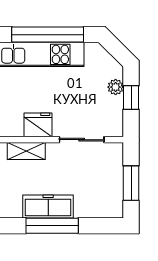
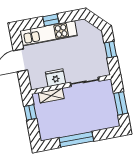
window: (48, 35) -> (51, 20), width x0.32
plant: (116, 87) -> (100, 45), removed
freezer: (48, 206) -> (71, 128), removed

